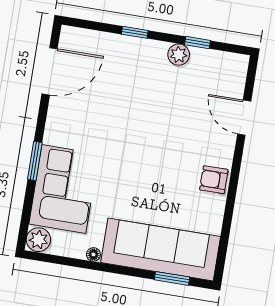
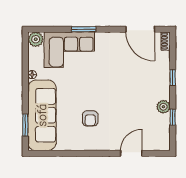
shoe rack: (75, 34) -> (166, 41), added
armchair: (214, 180) -> (90, 118), moved, turned 180

